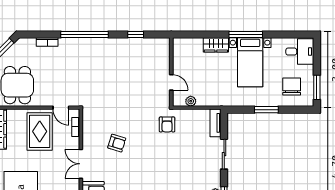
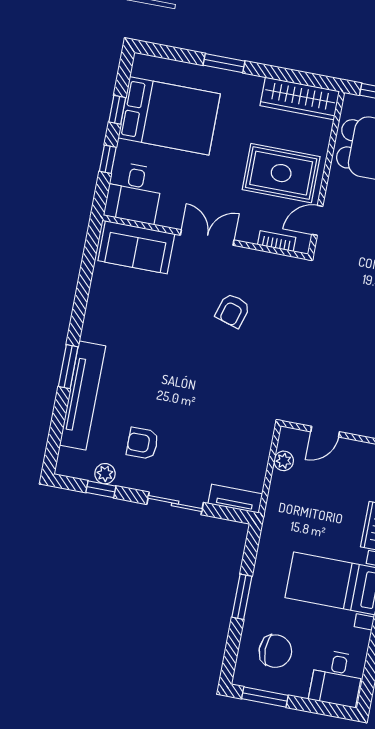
armchair: (167, 124) -> (142, 443), moved

